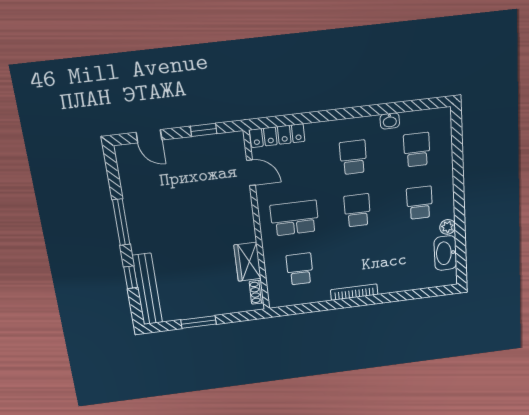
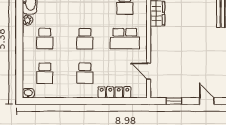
washbasin: (390, 121) -> (28, 93), moved
locker: (277, 136) -> (114, 92), moved

